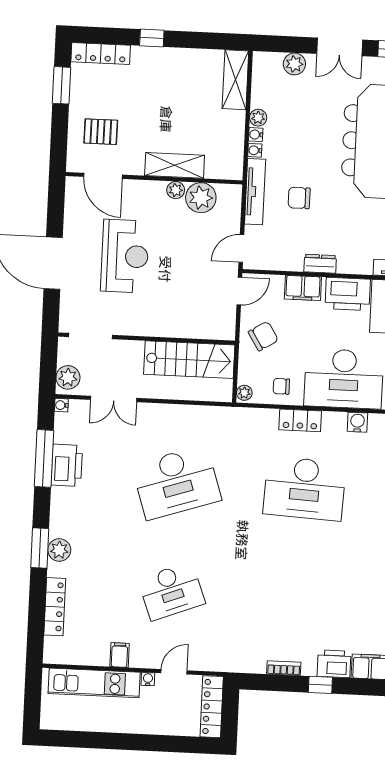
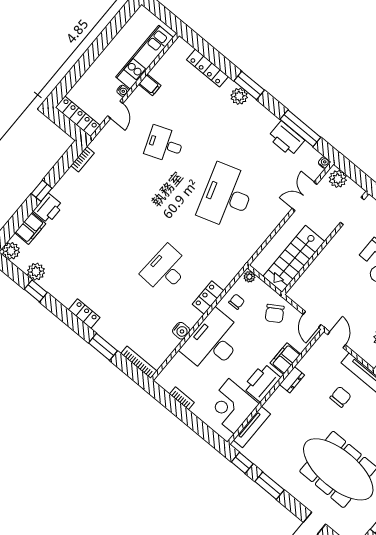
desk: (305, 488) -> (165, 270), width x0.73, depth x0.77
desk: (171, 591) -> (164, 144), width x0.73
bookcase: (284, 668) -> (82, 159), moved

